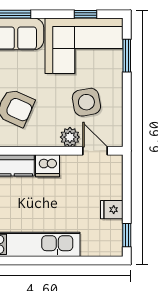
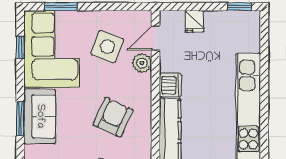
side table: (86, 102) -> (107, 47), turned 31
fridge: (112, 210) -> (194, 21), moved

